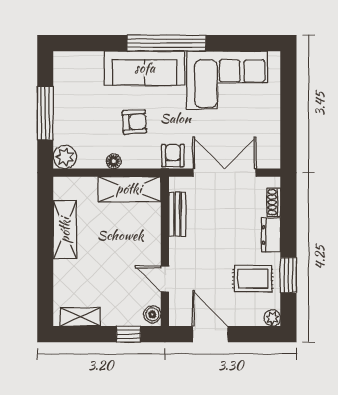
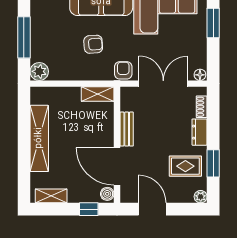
window: (288, 95) -> (213, 23), added
floor lamp: (114, 161) -> (200, 75), moved
shelving: (129, 189) -> (98, 94), width x0.67, depth x0.75
bench: (177, 214) -> (127, 129), moved
shelving: (65, 230) -> (39, 138), width x1.47
door: (165, 279) -> (117, 166), width x1.87

